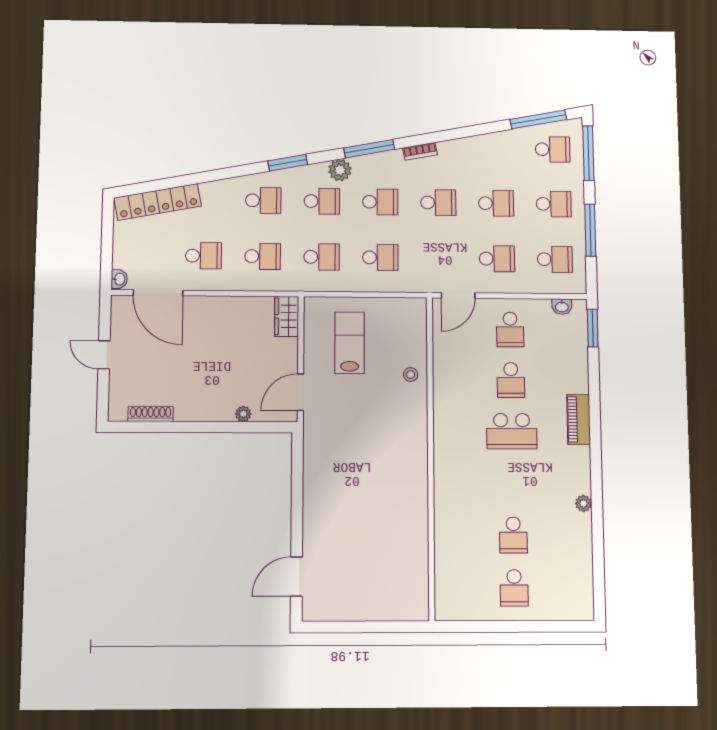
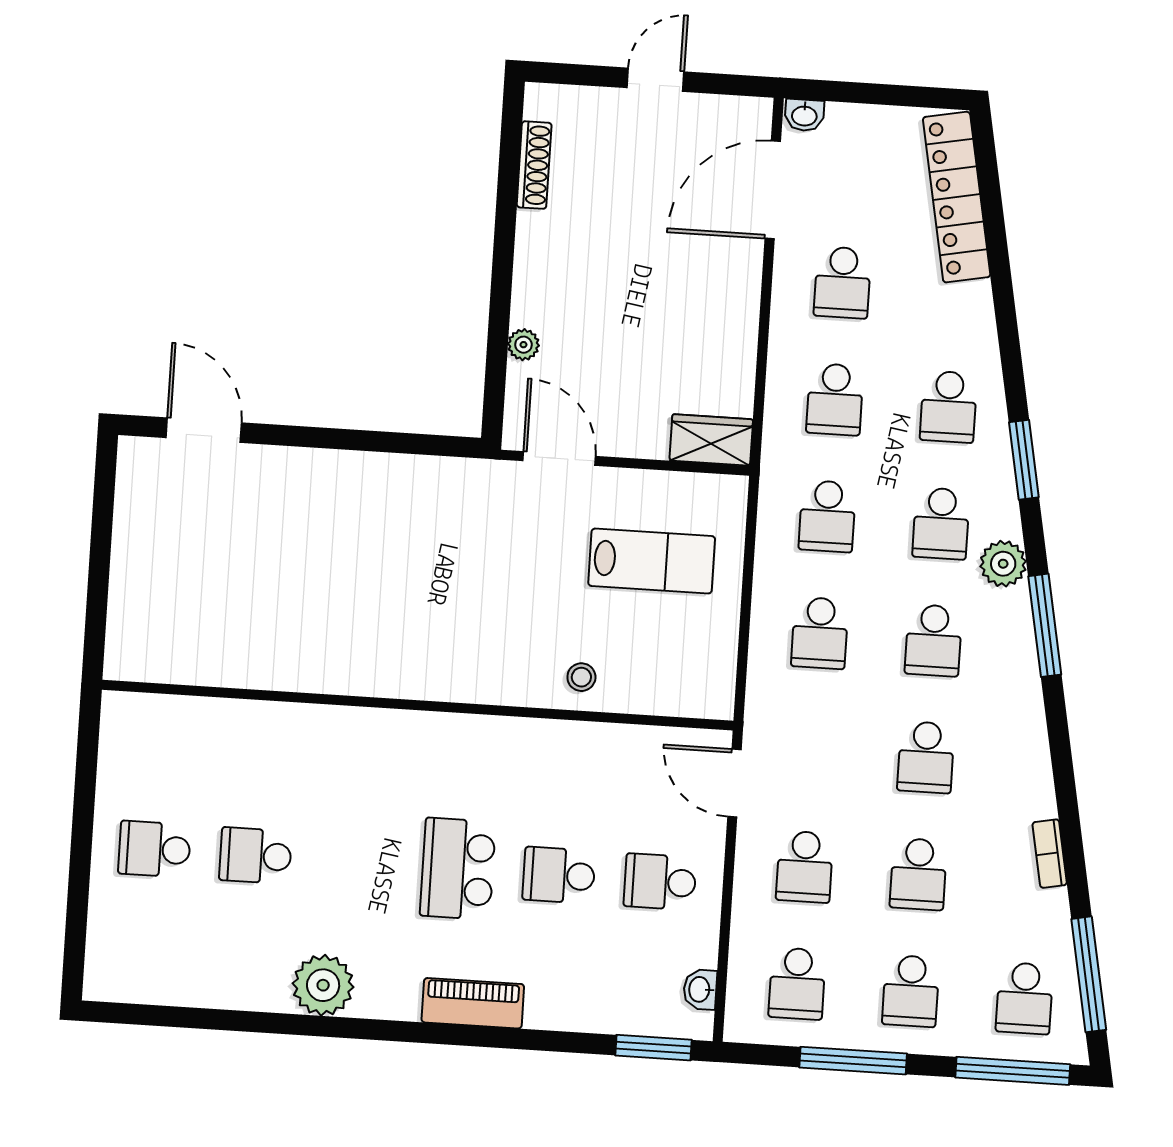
bookcase: (420, 151) -> (1050, 854), moved
plant: (583, 503) -> (323, 985), width x1.88, depth x1.88

